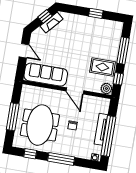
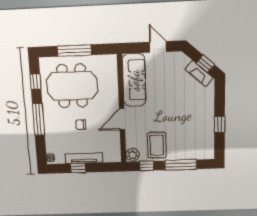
door: (24, 51) -> (158, 47), swing flipped
window: (108, 136) -> (78, 168), width x0.32

